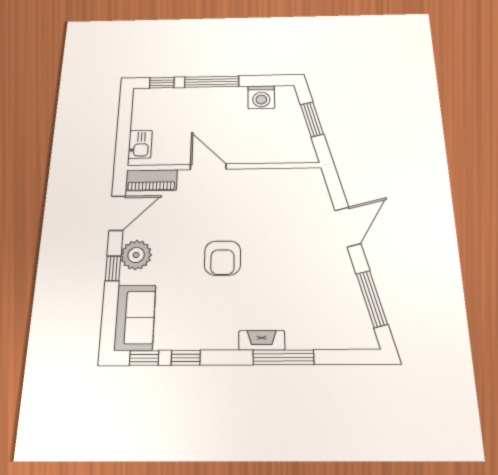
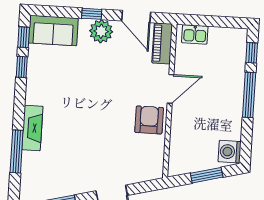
washing machine: (261, 97) -> (230, 152), moved
armchair: (223, 258) -> (149, 120), moved, turned 90
fireplace: (262, 340) -> (32, 128), width x1.37, depth x1.32
window: (283, 357) -> (17, 151), moved

